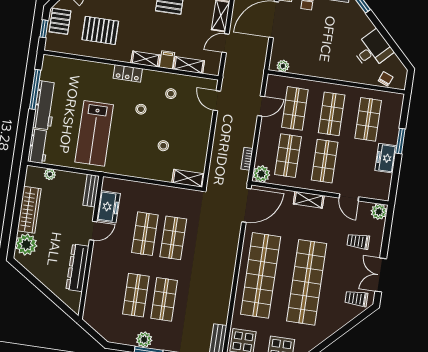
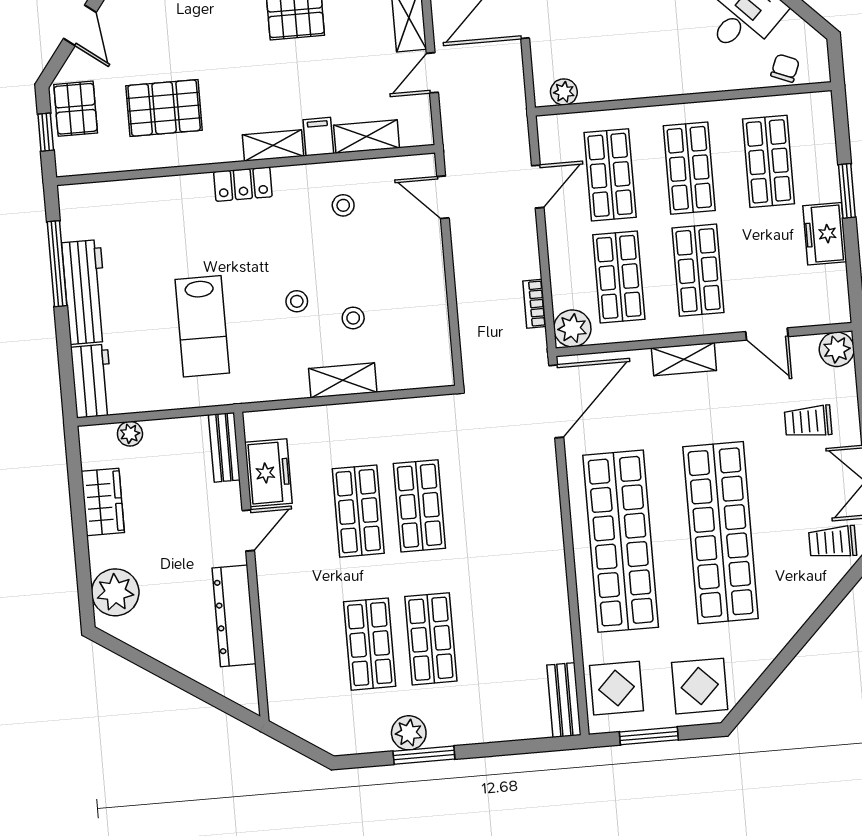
stool: (141, 109) -> (297, 301), moved
lab bench: (94, 133) -> (202, 326), width x0.73, depth x0.72
shelving: (188, 178) -> (343, 380), moved
wardrobe: (29, 210) -> (103, 502), width x0.67

